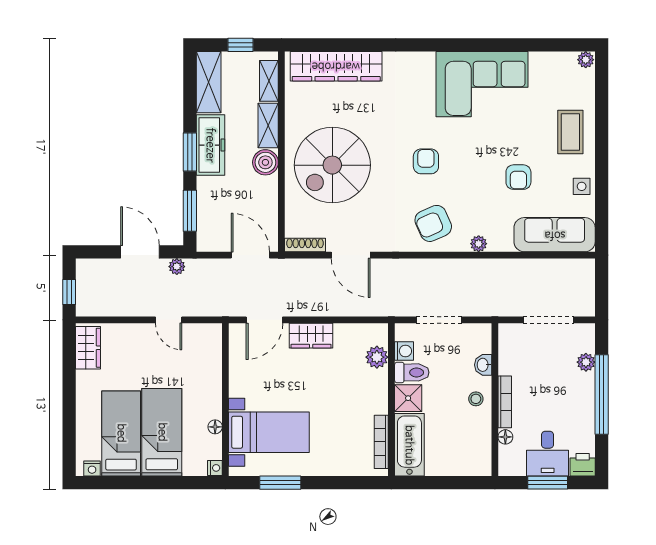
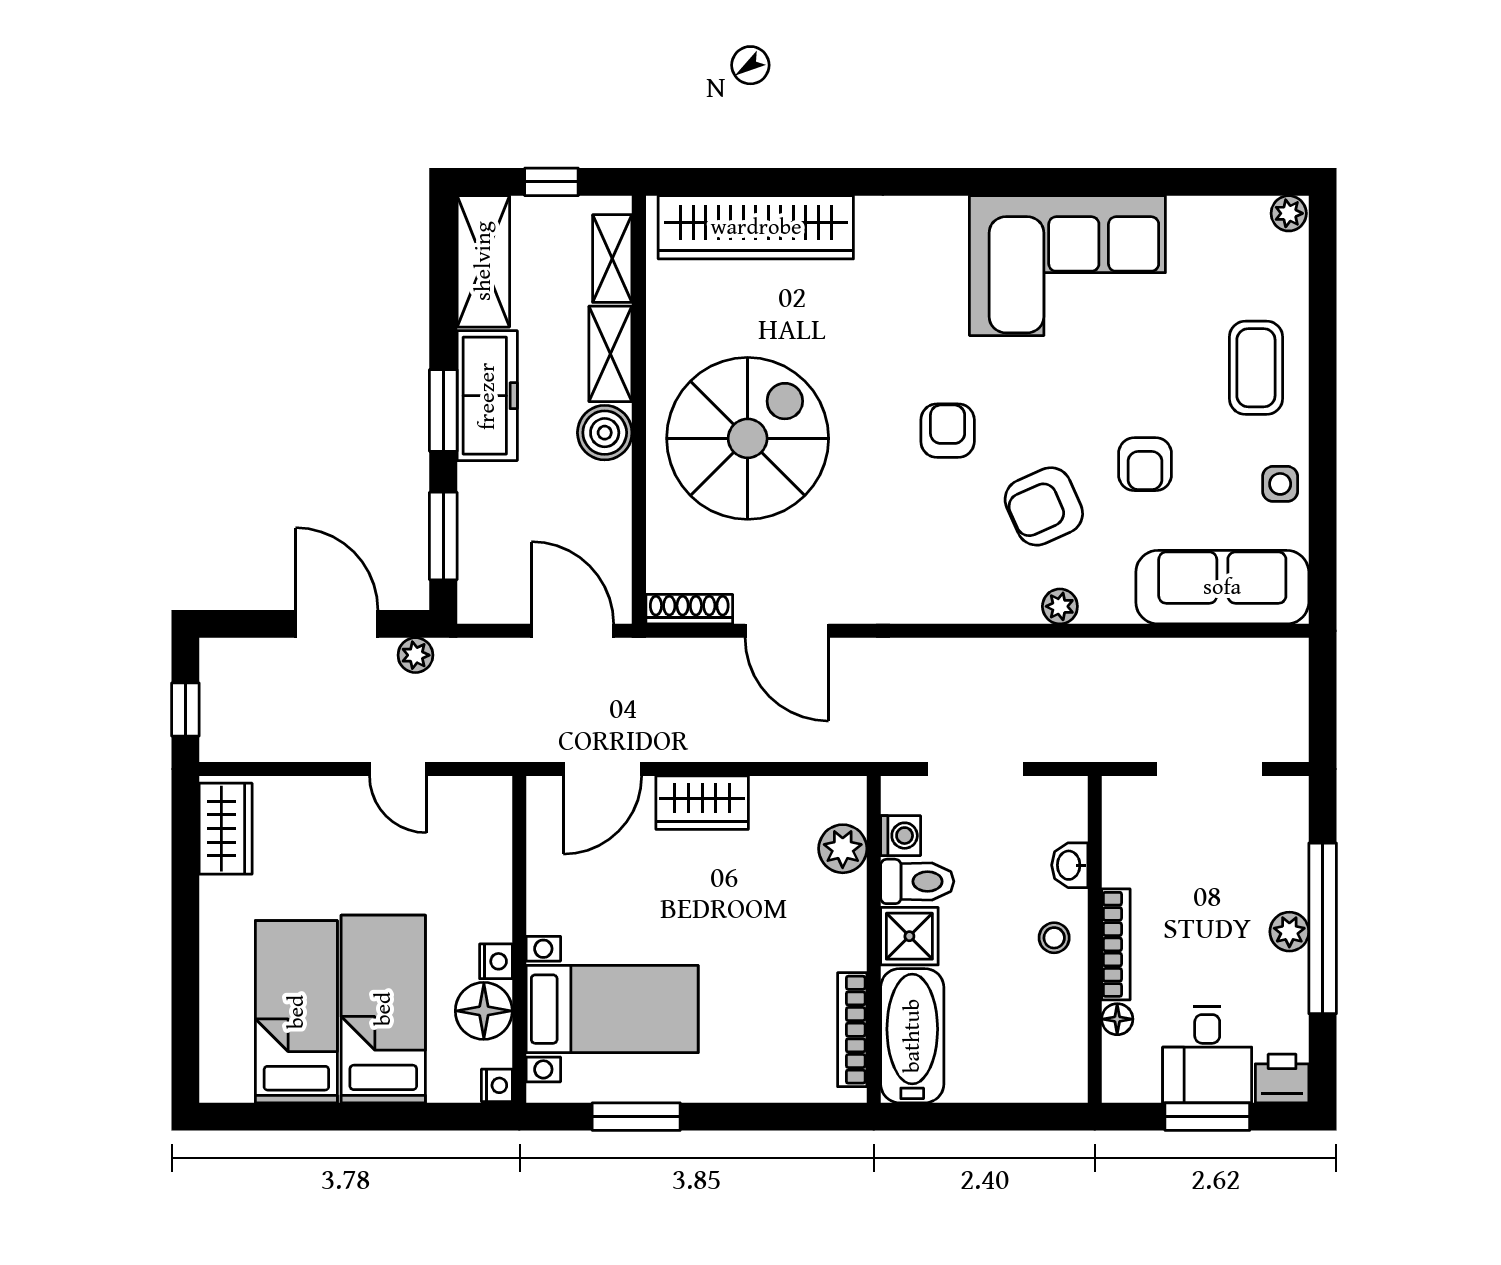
spiral stairs: (332, 165) -> (748, 438), turned 180
armchair: (433, 223) -> (1044, 506), moved
plant: (586, 362) -> (1289, 932), moved
floor lamp: (215, 427) -> (484, 1011), width x1.89, depth x1.89
nightstand: (92, 468) -> (496, 961), moved, turned -90

